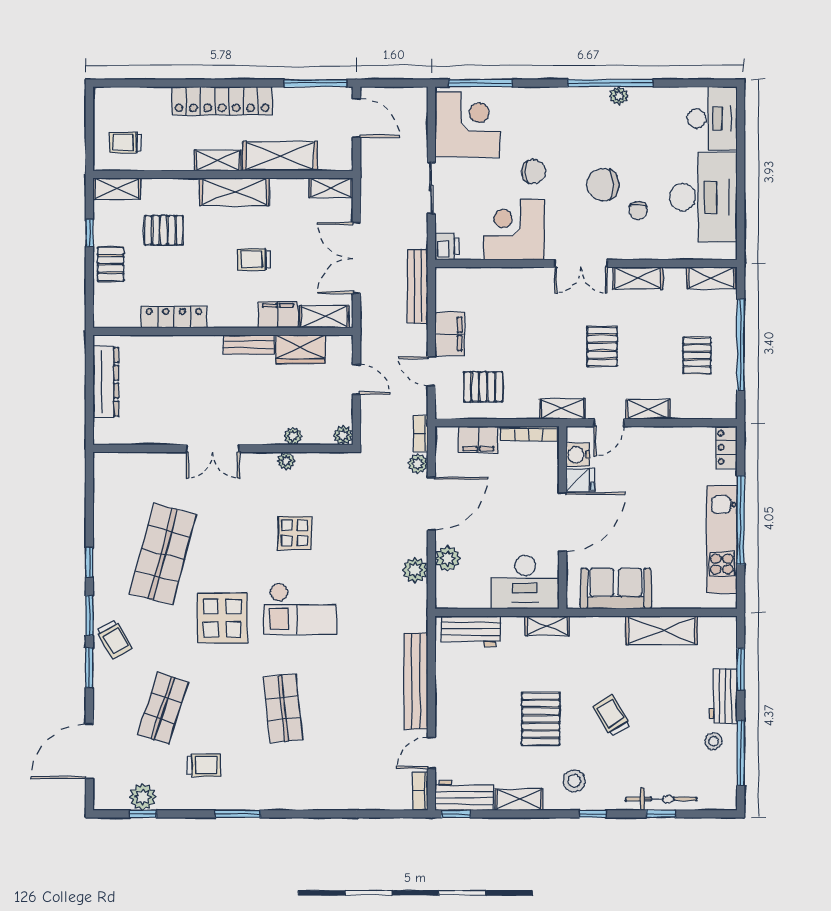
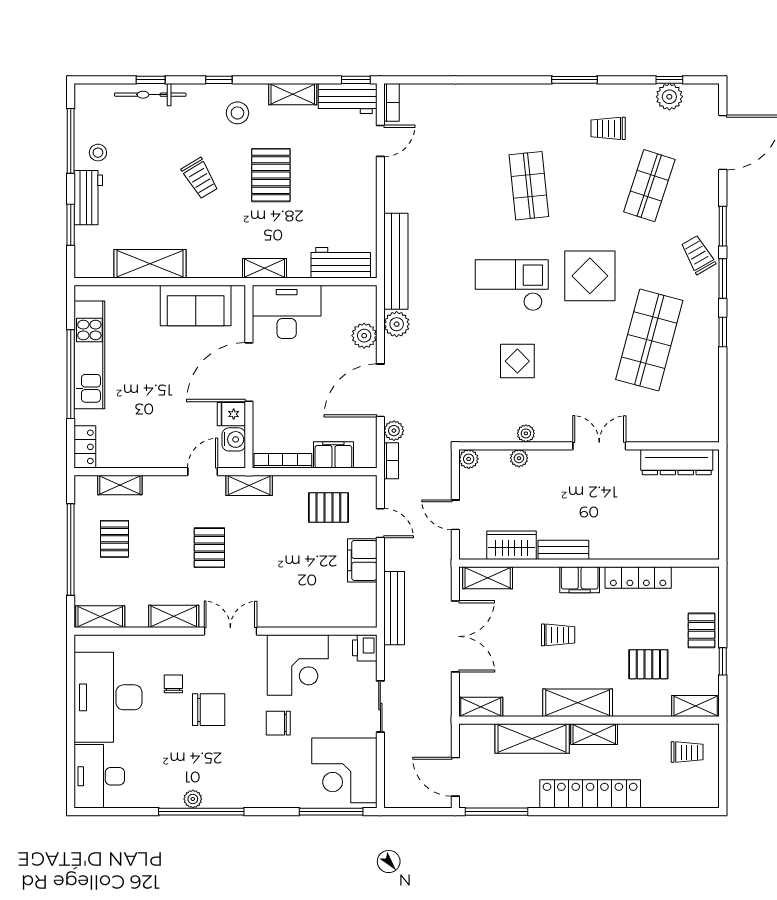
filing cabinet: (278, 315) -> (580, 580), moved
dresser: (106, 382) -> (677, 462), moved, turned -90
shelving: (648, 409) -> (120, 485), moved
bench: (416, 681) -> (396, 261), moved

